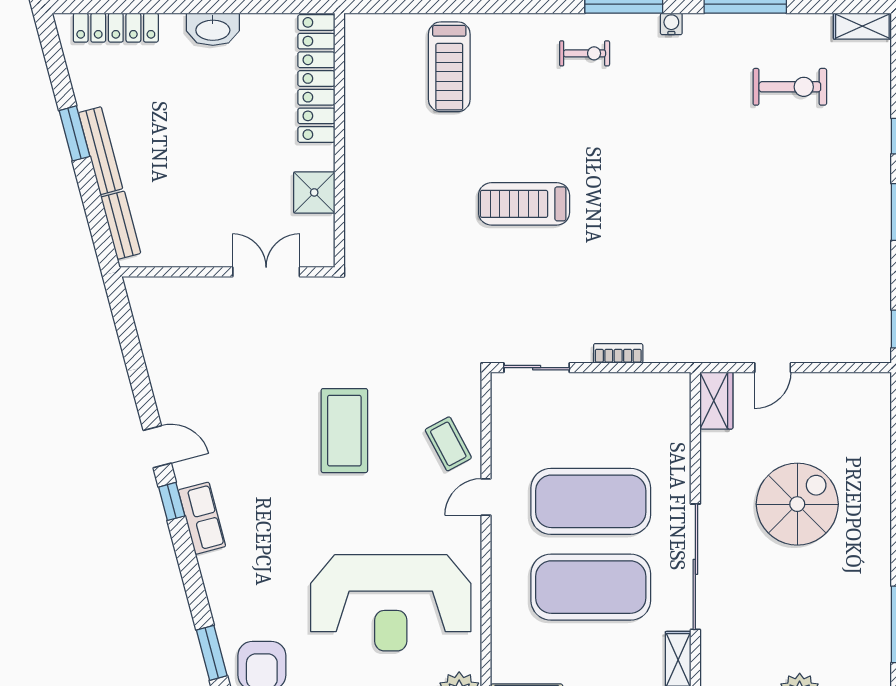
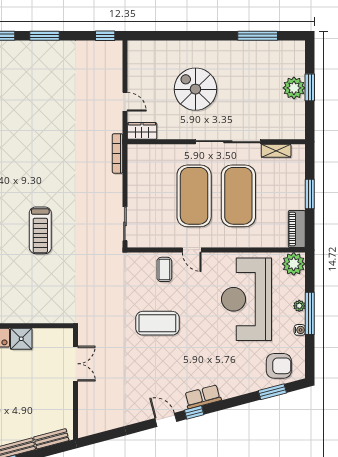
shower: (314, 192) -> (21, 339), moved
double door: (266, 272) -> (75, 364), swing flipped
bookcase: (618, 353) -> (118, 153), moved, width x1.56
coffee table: (448, 444) -> (164, 269), turned -62
door: (157, 447) -> (166, 420), hinge flipped
reception desk: (391, 603) -> (246, 299), turned 180

